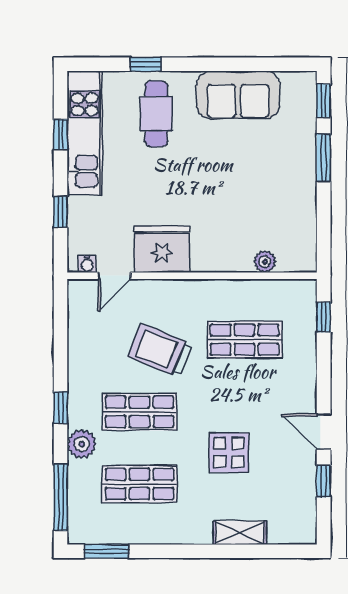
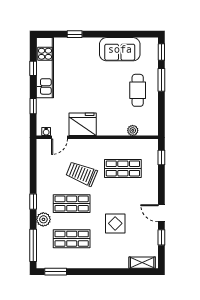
cafe table: (156, 114) -> (138, 90), moved
shelving: (240, 533) -> (142, 263), moved

